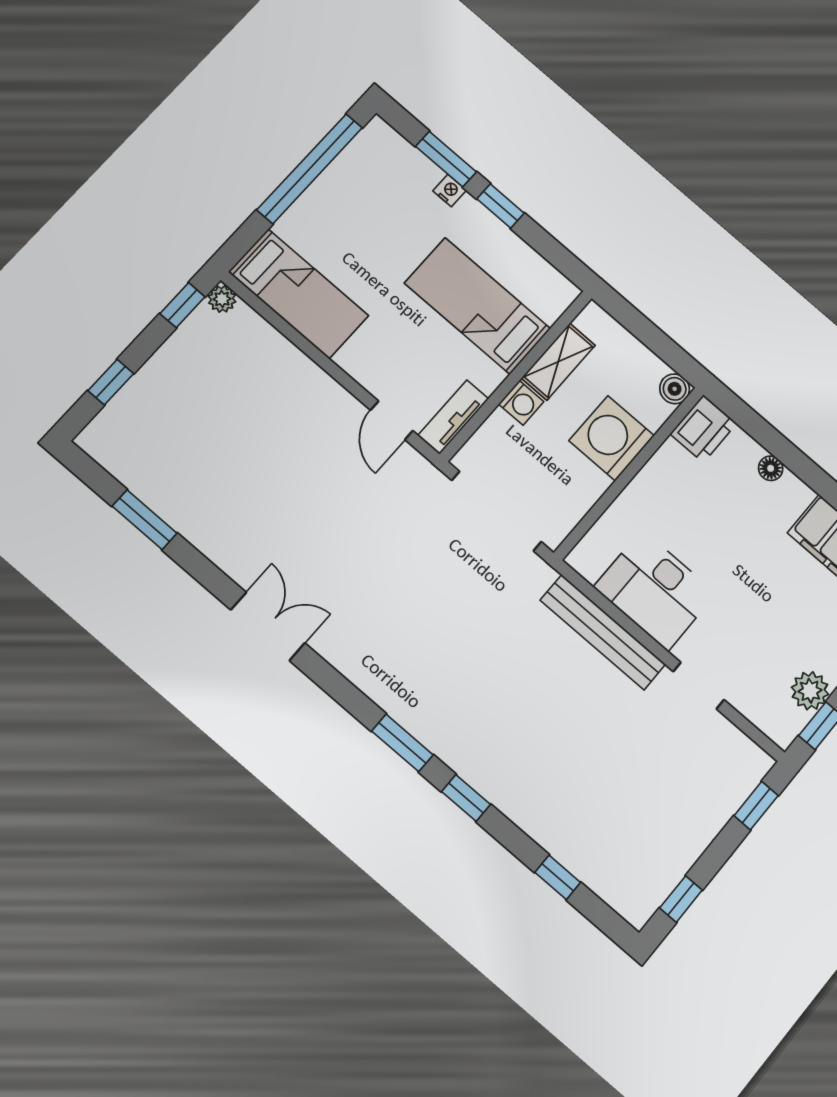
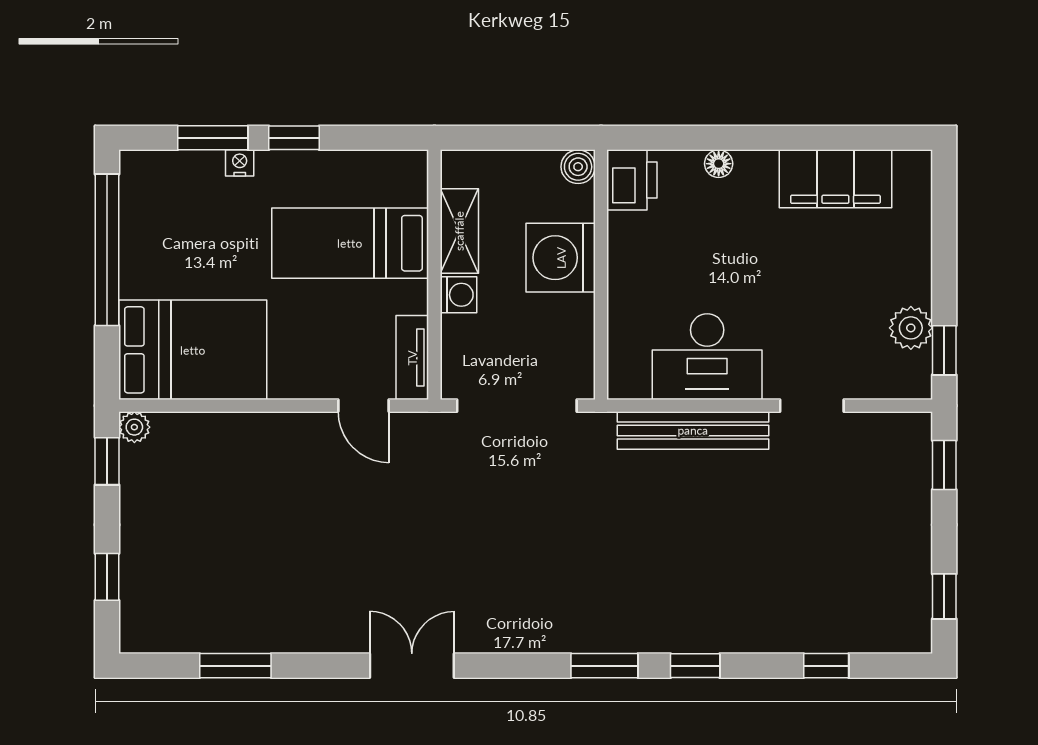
bed: (298, 294) -> (193, 350), width x1.50

